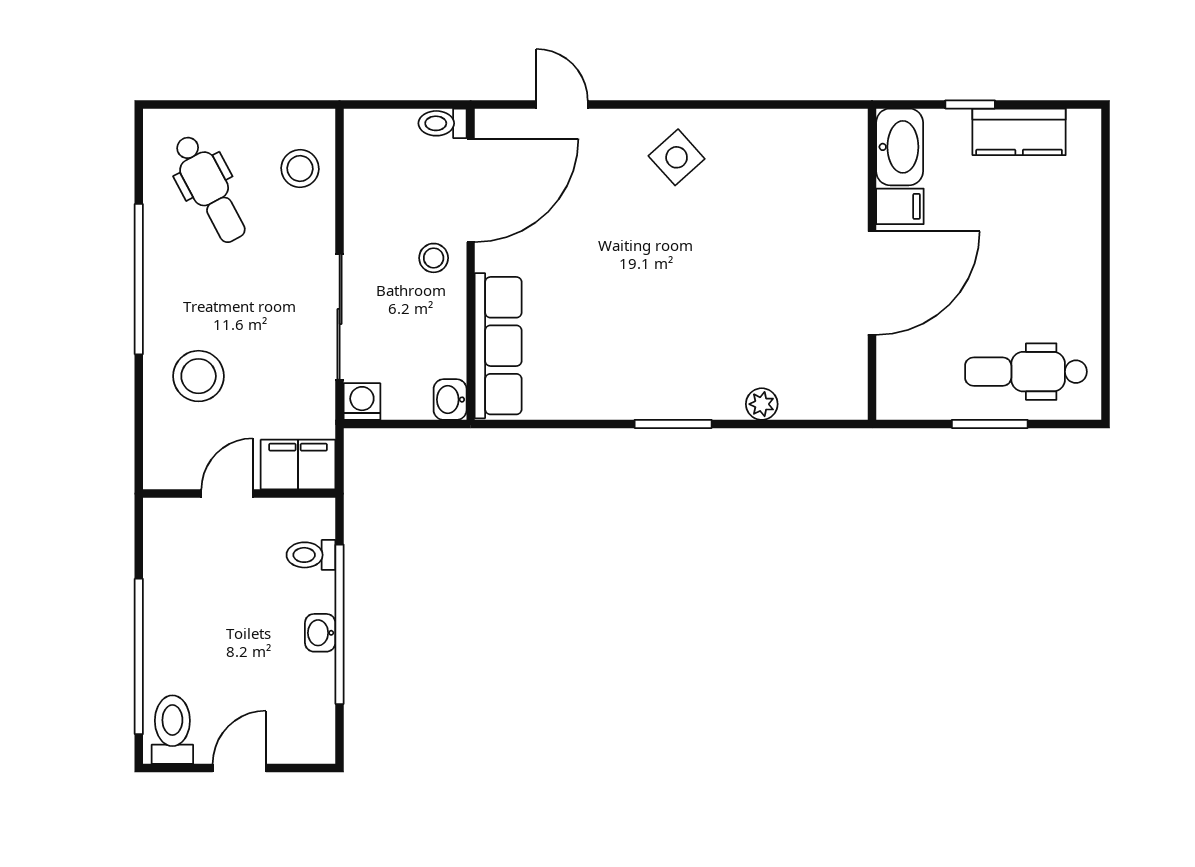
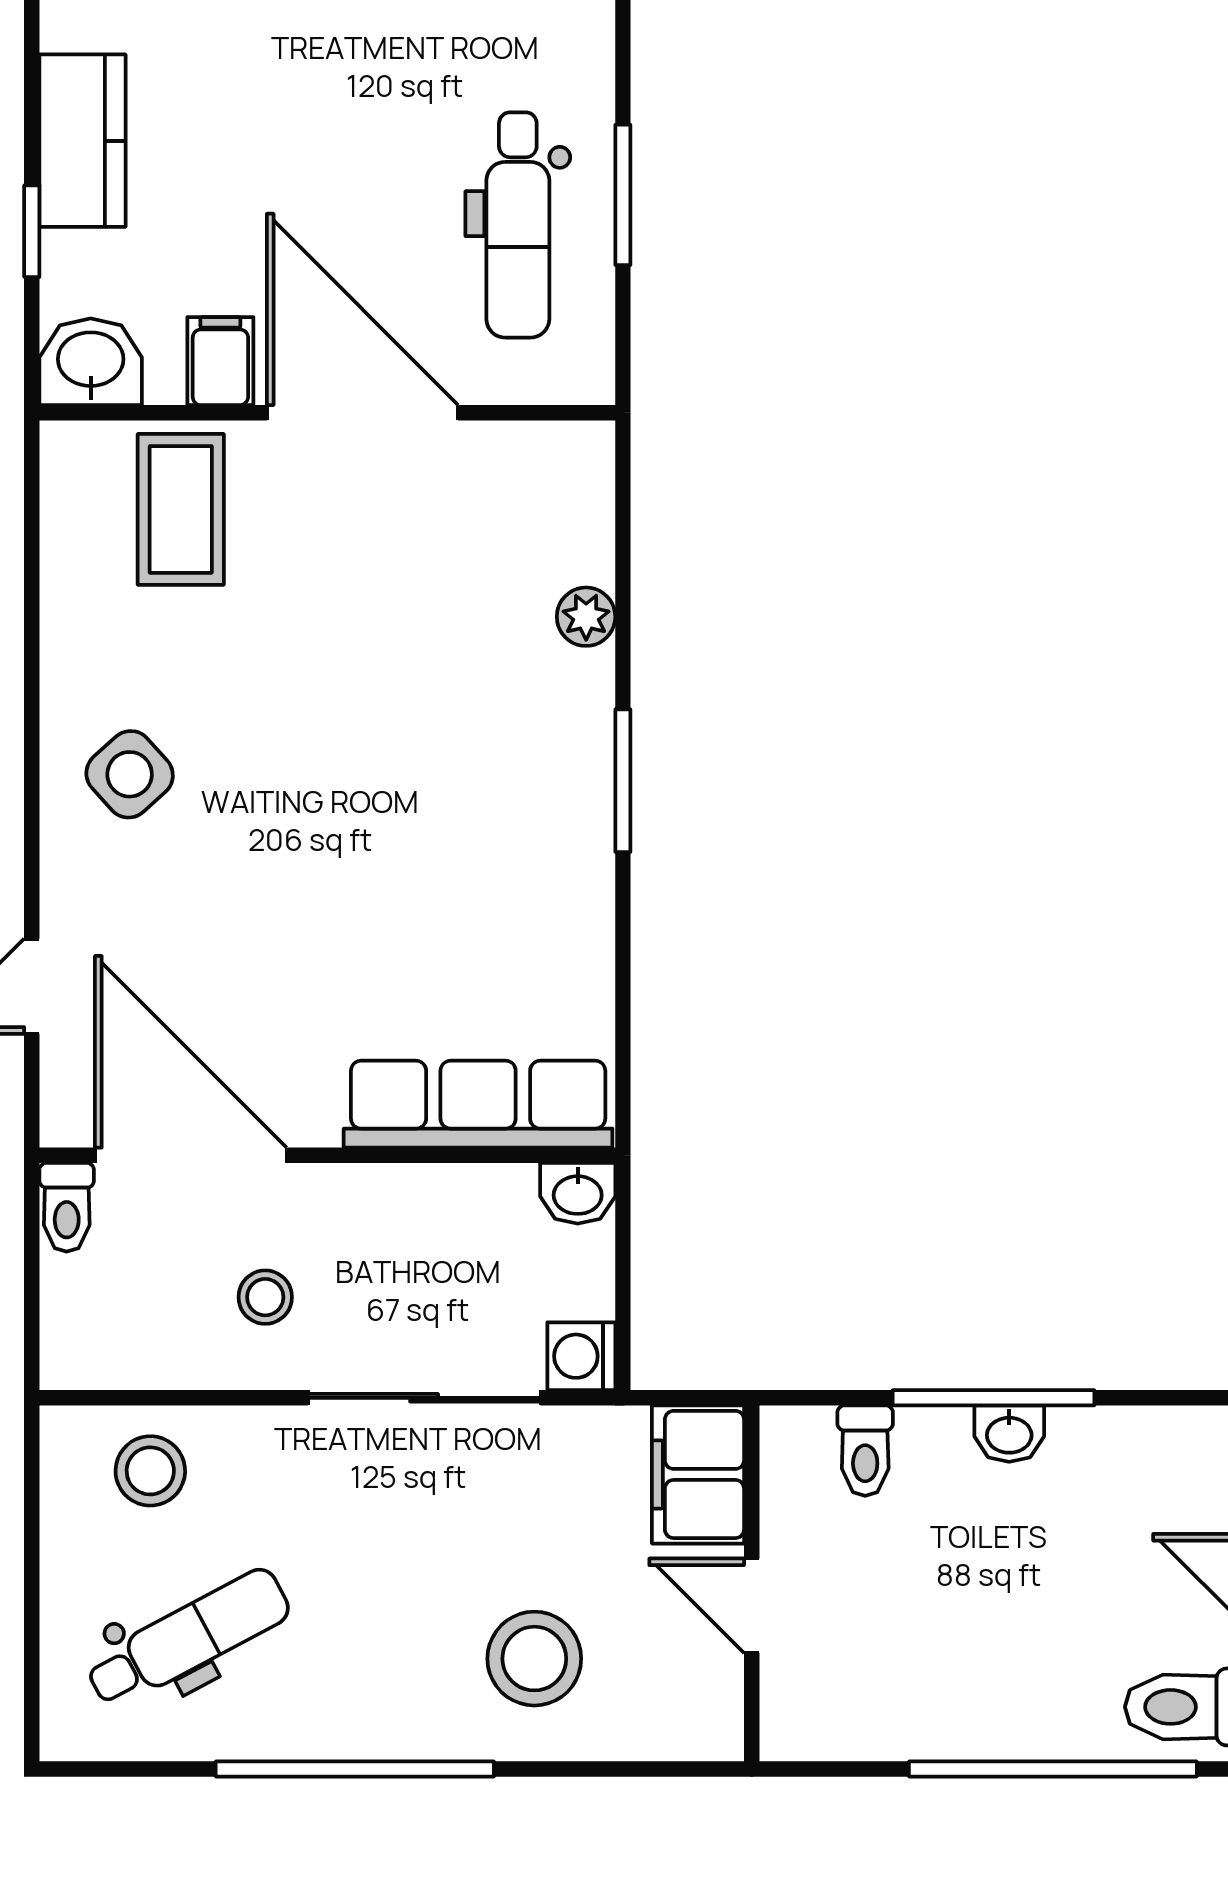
washbasin: (900, 147) -> (91, 362), width x0.72
coffee table: (820, 185) -> (181, 509), added
stool: (434, 258) -> (265, 1297), moved
dental chair: (1026, 372) -> (518, 225), moved
window: (340, 624) -> (994, 1398), width x0.68

